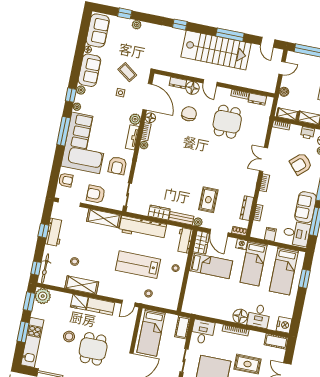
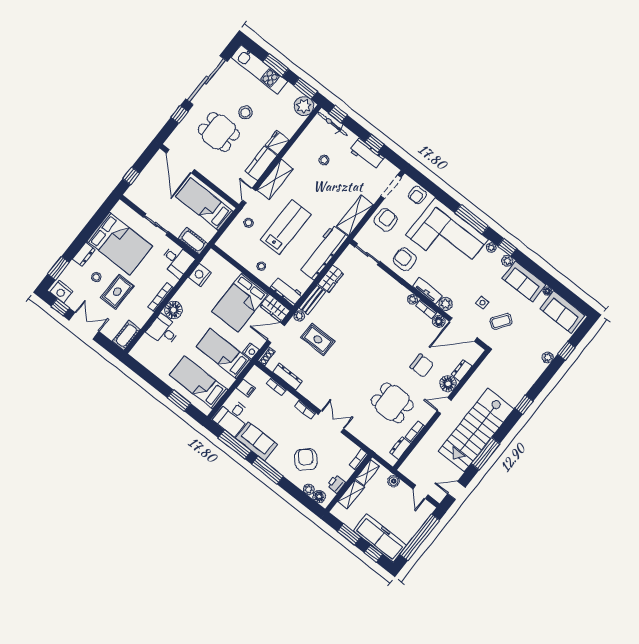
bed: (211, 266) -> (240, 302), width x1.50
shelving: (82, 285) -> (275, 179), moved
nightstand: (284, 325) -> (200, 275), moved, turned 90

